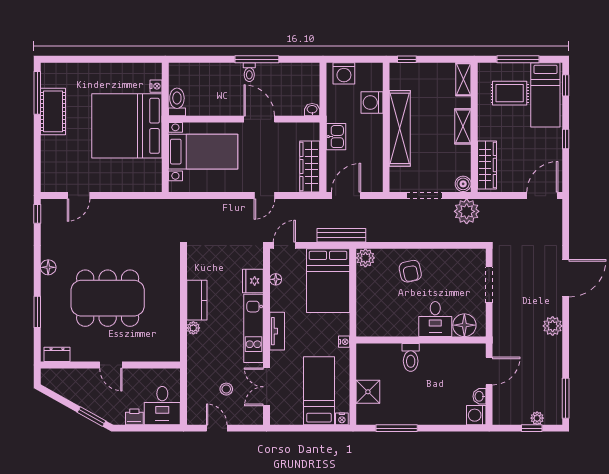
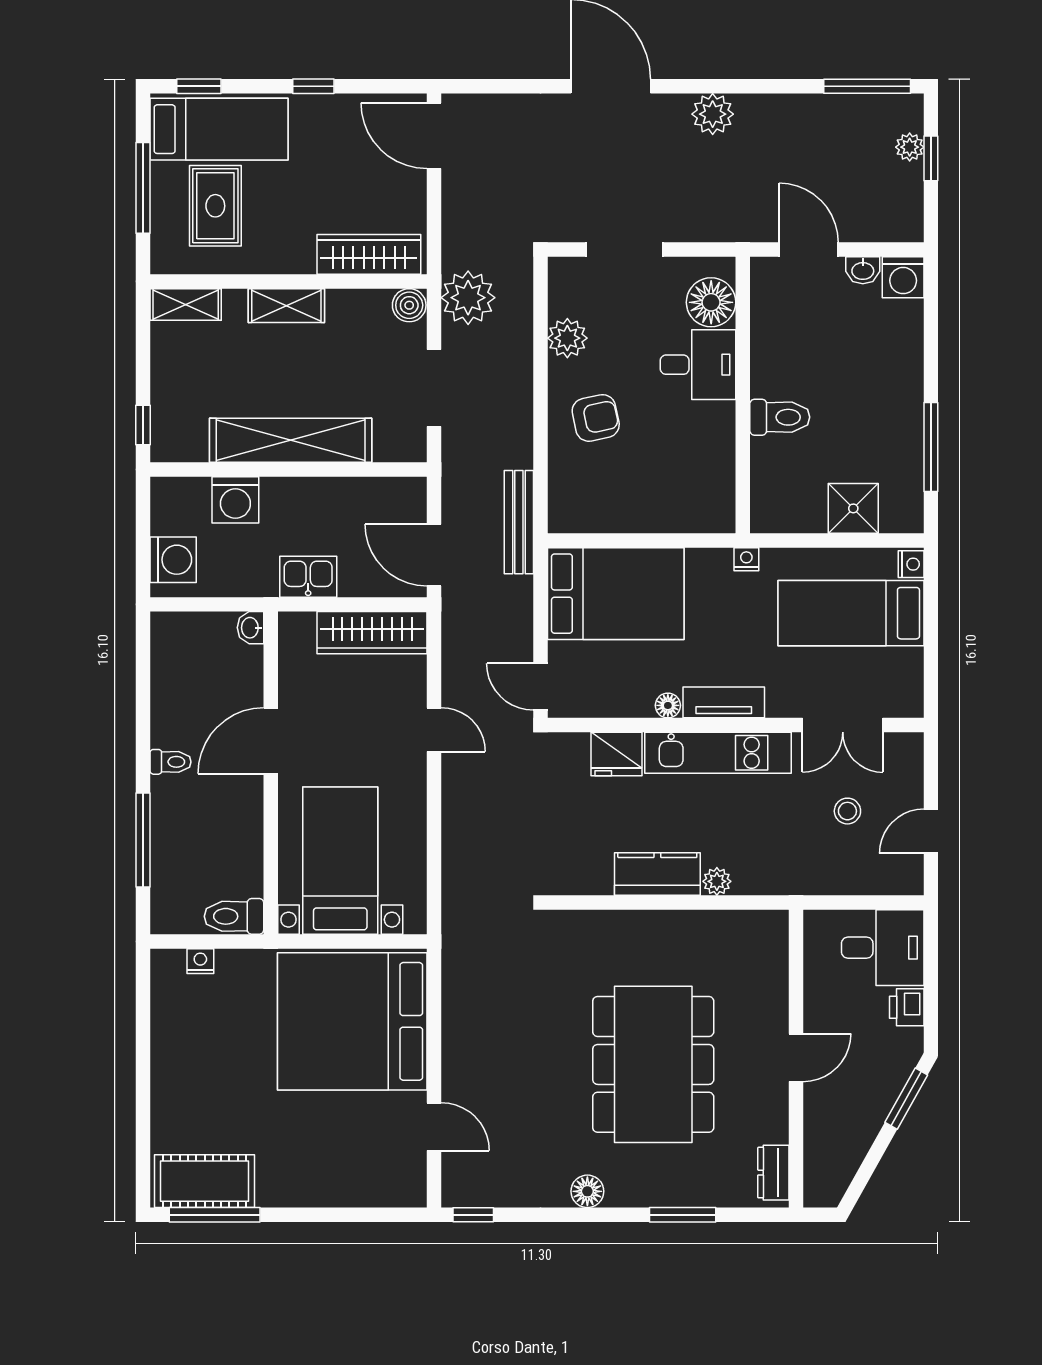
window: (257, 59) -> (143, 840), moved
cot: (53, 111) -> (205, 1181), moved
bed: (127, 126) -> (352, 1021), moved, turned 90
bench: (341, 235) -> (519, 522), moved
plant: (365, 258) -> (567, 338), moved
floor lamp: (276, 279) -> (668, 705), moved

